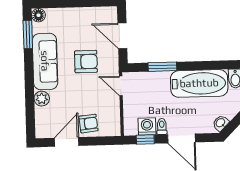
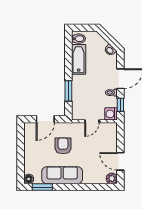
bathtub: (199, 83) -> (79, 59), width x0.73, depth x0.73
door: (121, 86) -> (92, 121), moved
plant: (42, 99) -> (112, 178), moved
armchair: (88, 124) -> (108, 145), removed
washing machine: (147, 126) -> (111, 114), moved

